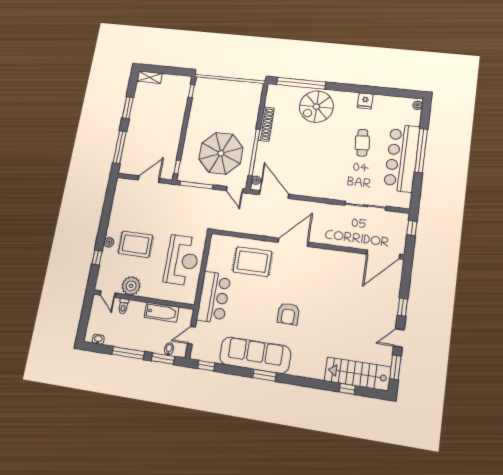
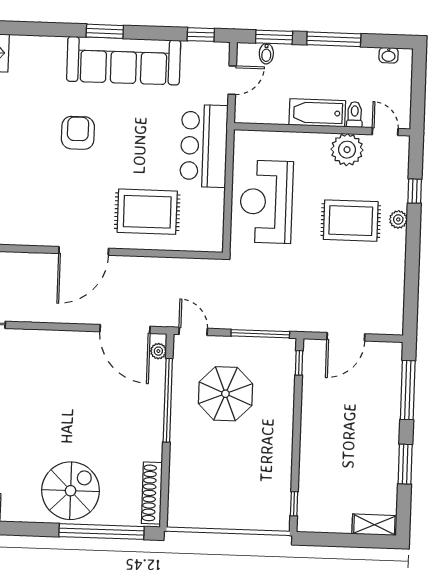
shoe rack: (266, 124) -> (152, 493), moved
parasol: (221, 153) -> (225, 394), width x0.73, depth x0.73
bathtub: (162, 312) -> (317, 113), moved

